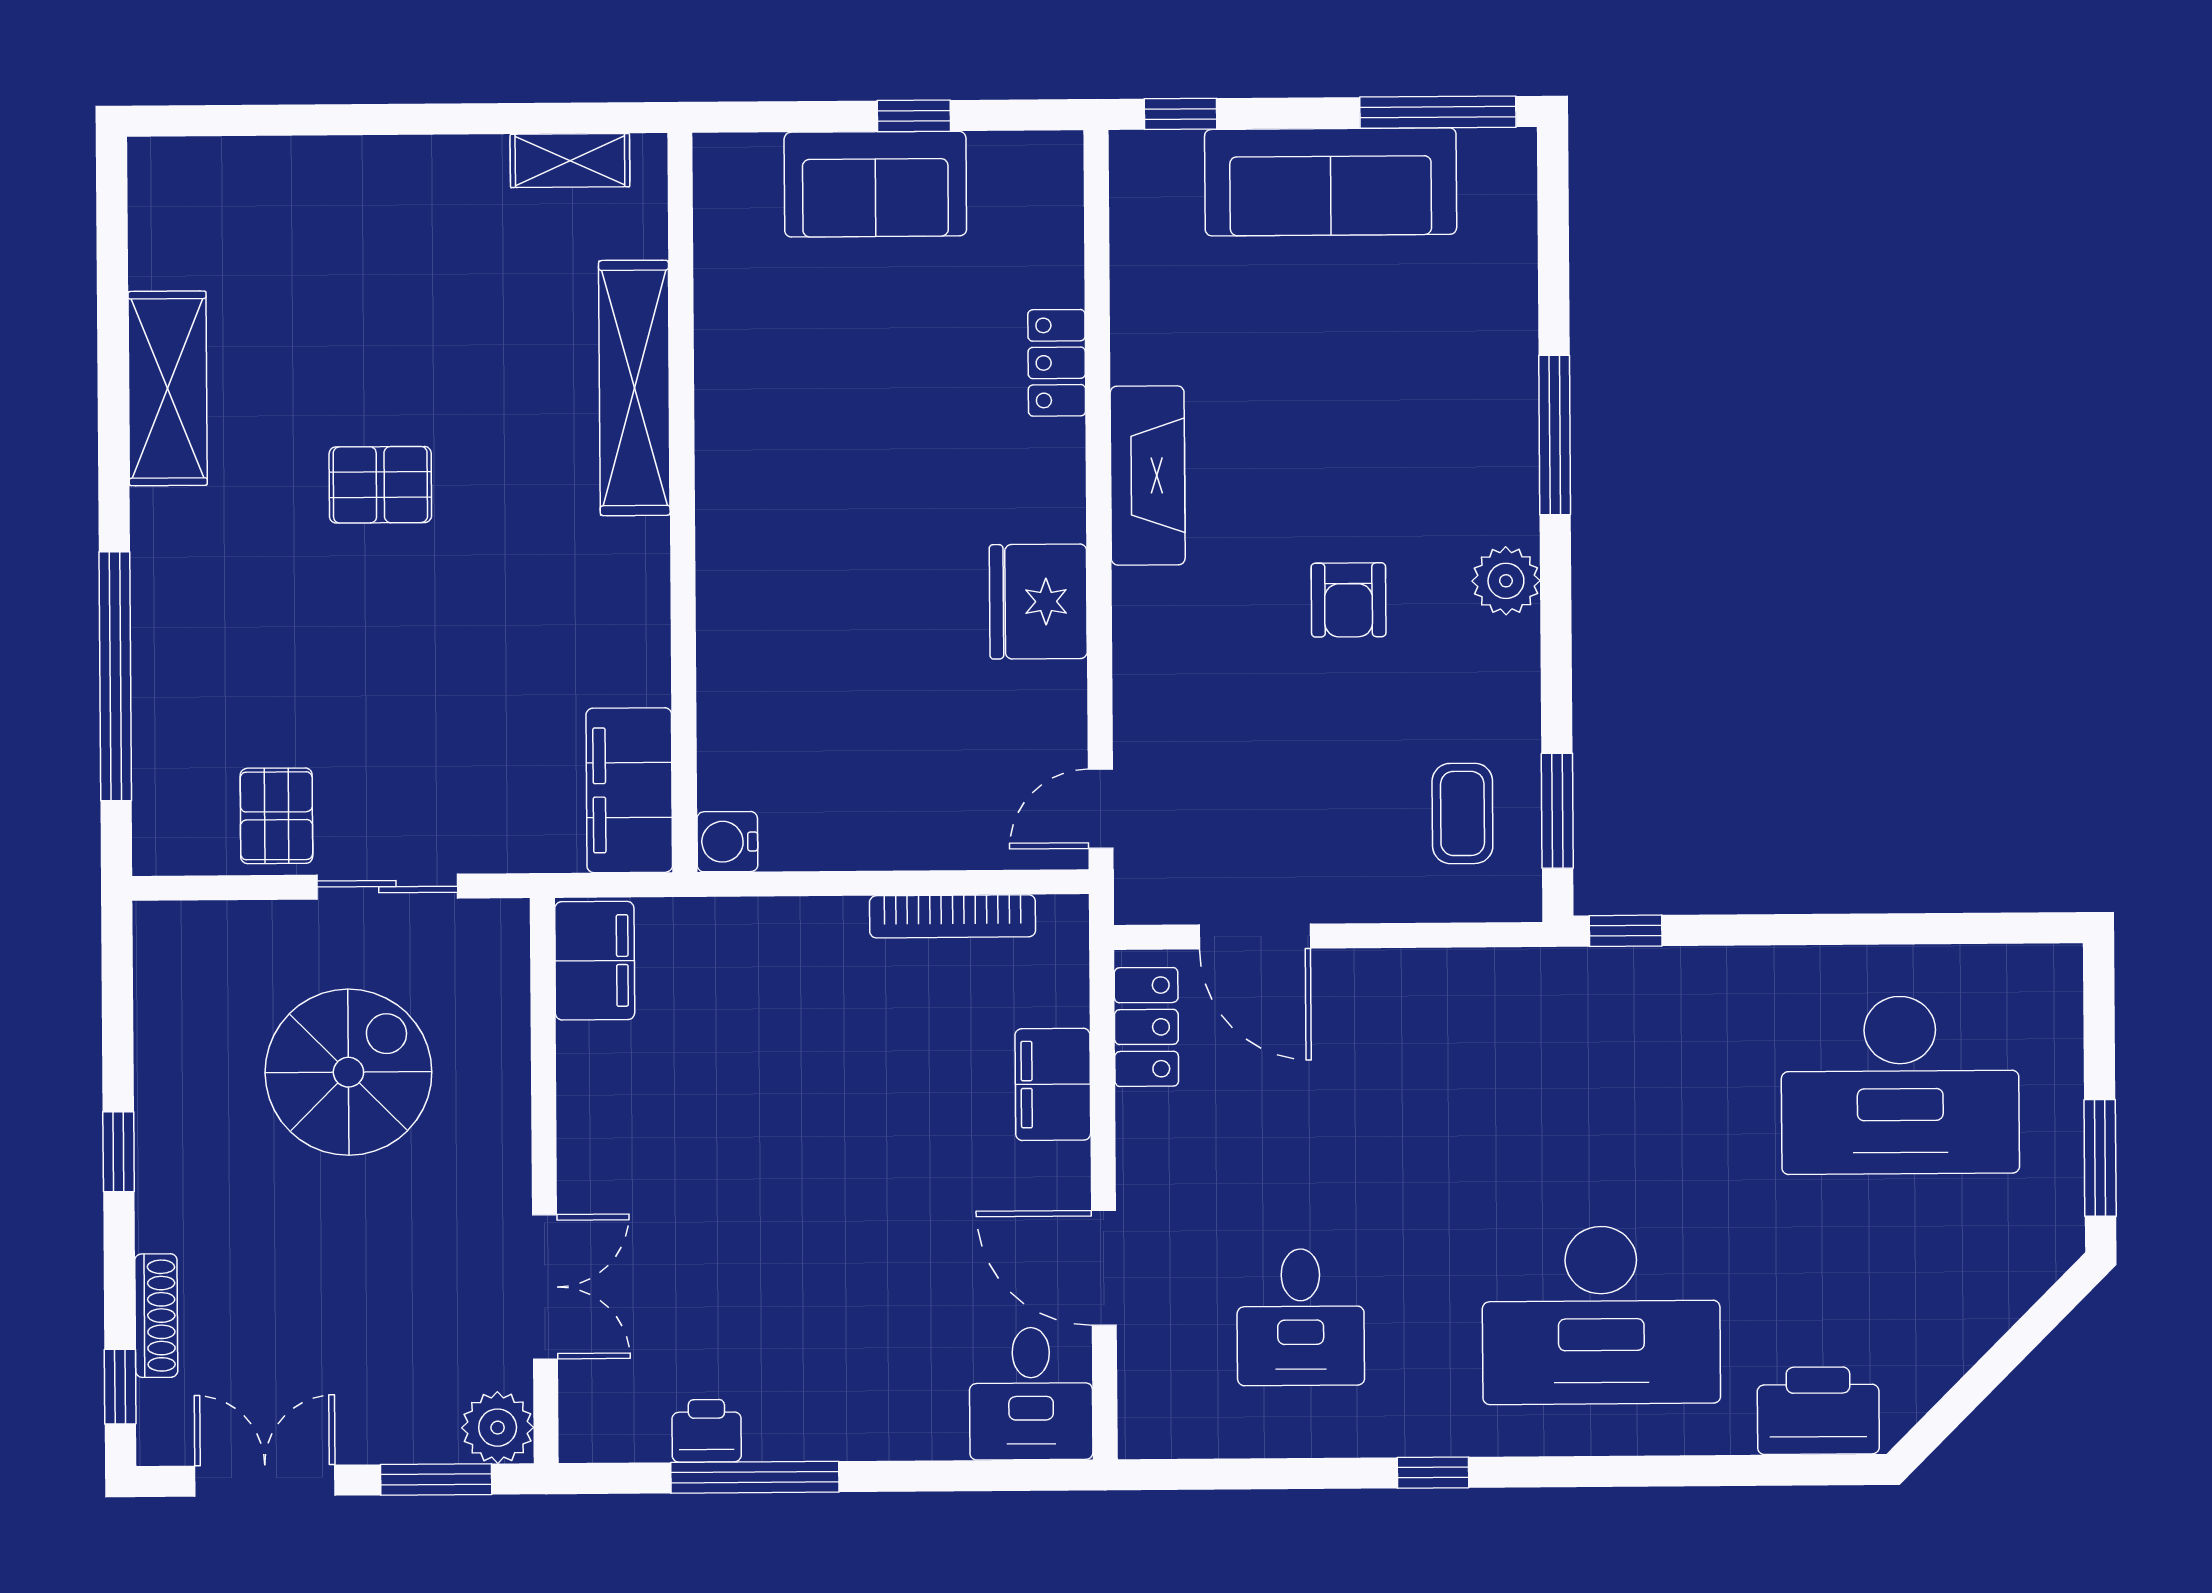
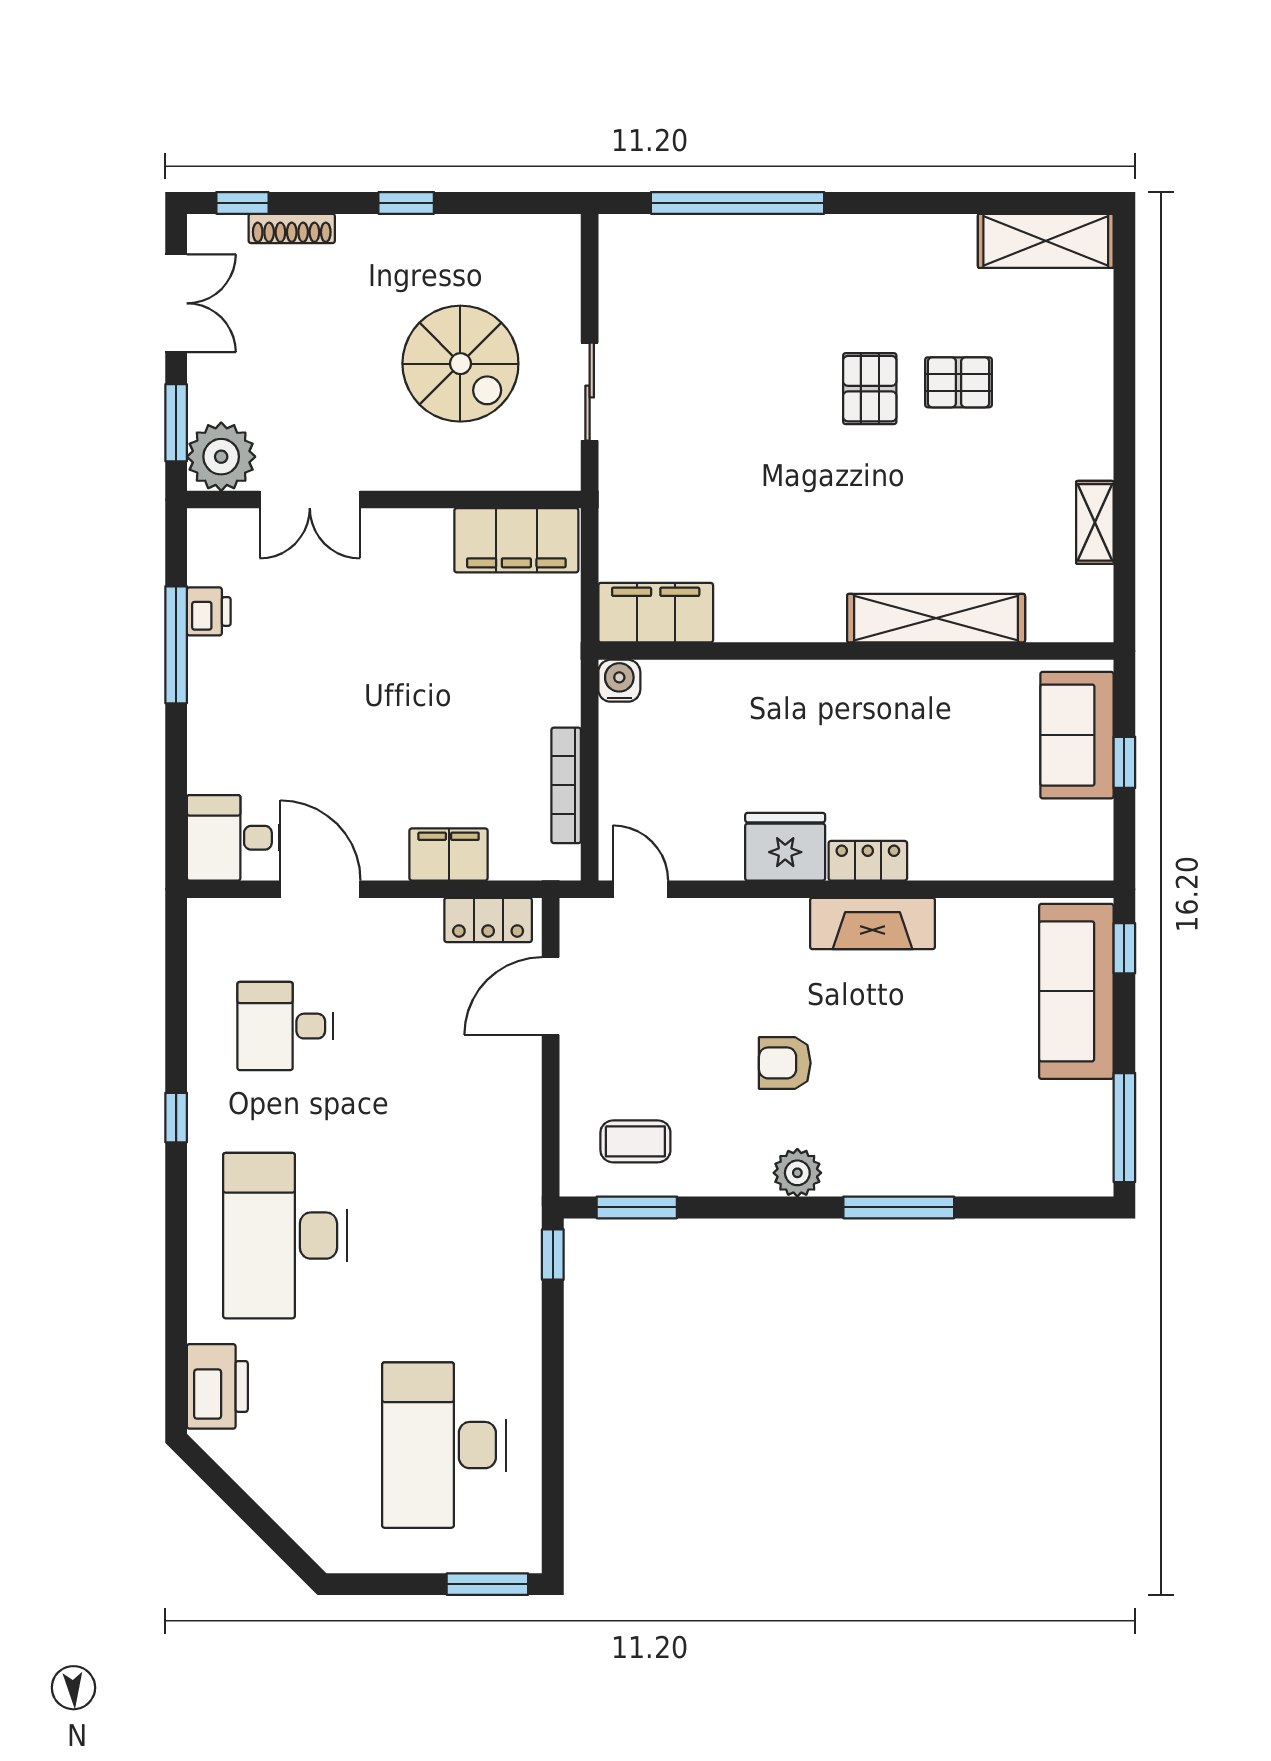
sofa: (1331, 182) -> (1076, 991), moved
locker: (1057, 363) -> (868, 861), moved
shelving: (168, 388) -> (1046, 241), moved
shelving: (634, 388) -> (936, 618), moved
wall: (682, 503) -> (856, 651), moved
filing cabinet: (629, 790) -> (656, 613), moved
pallet: (276, 816) -> (959, 382), moved
water cooler: (727, 842) -> (619, 681), moved
filing cabinet: (595, 961) -> (516, 540), width x1.50, depth x1.17
window: (2100, 1158) -> (487, 1584), moved
door: (1104, 1268) -> (320, 889), hinge flipped
plant: (498, 1428) -> (221, 457), width x1.36, depth x1.36

